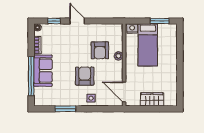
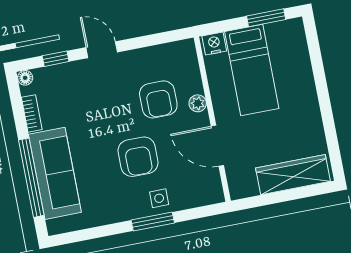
sofa: (43, 71) -> (55, 173), width x1.36
armchair: (85, 76) -> (138, 157), turned 180
door: (124, 92) -> (217, 146), moved
wardrobe: (152, 99) -> (293, 175), width x1.50
window: (65, 109) -> (153, 222), moved

